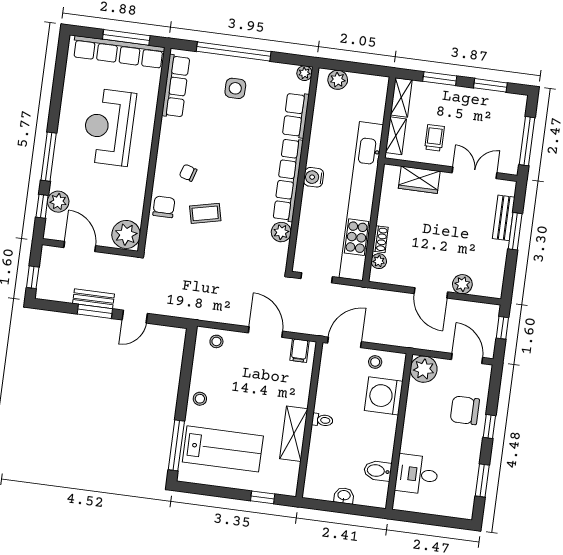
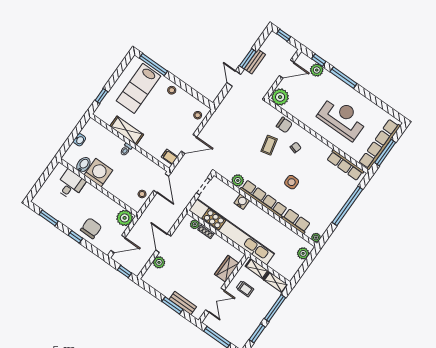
window: (440, 79) -> (275, 308), width x1.44
side table: (235, 88) -> (292, 182), moved
water cooler: (314, 177) -> (242, 202), moved
door: (431, 293) -> (163, 243), hinge flipped
washing machine: (384, 396) -> (98, 173), moved

